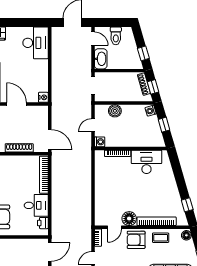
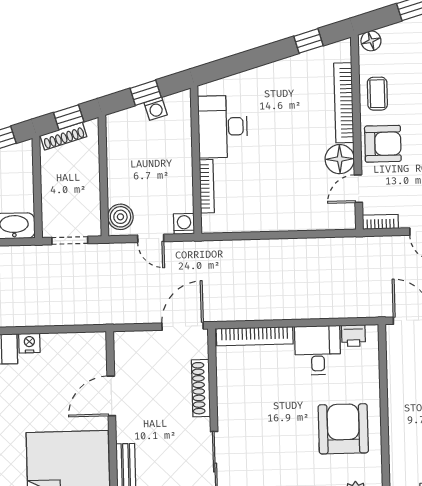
nightstand: (43, 97) -> (29, 343), moved
boiler: (115, 111) -> (120, 217), moved
washing machine: (151, 111) -> (156, 109), moved
door: (115, 227) -> (358, 189), swing flipped
armchair: (136, 240) -> (383, 144), turned -90

